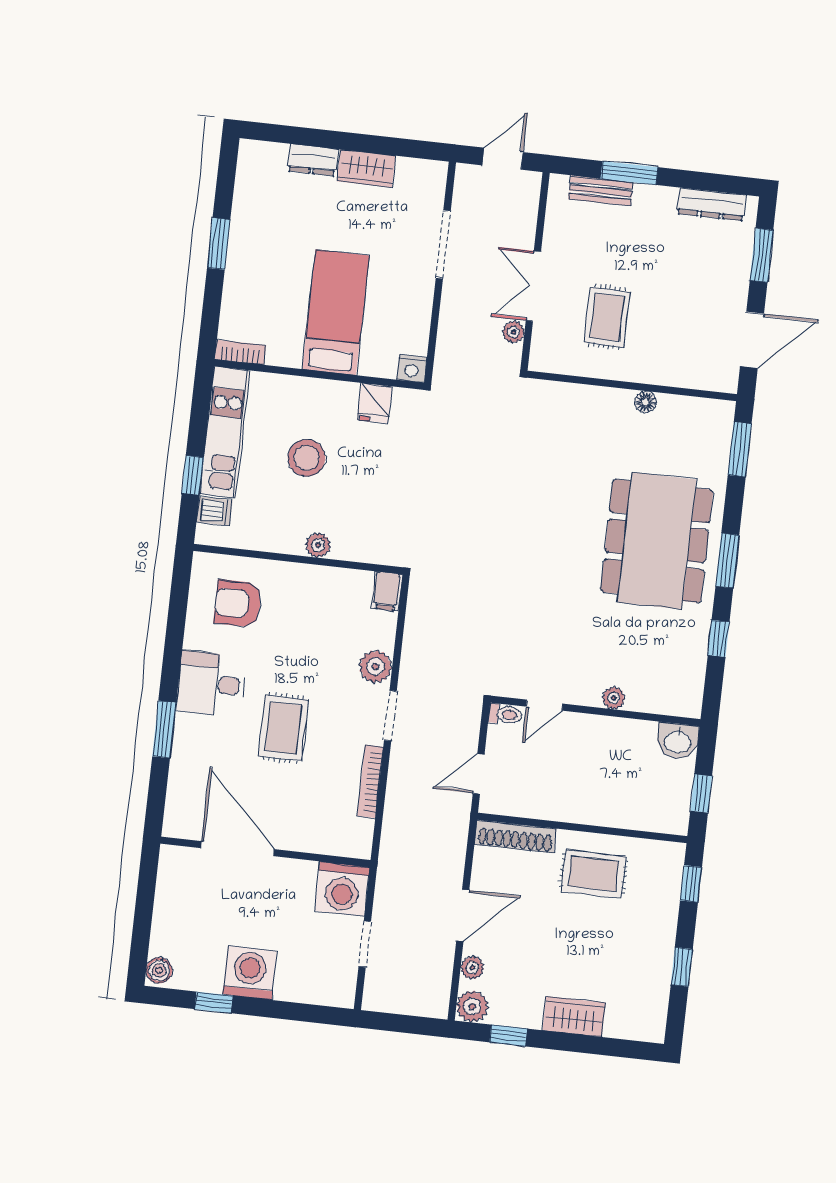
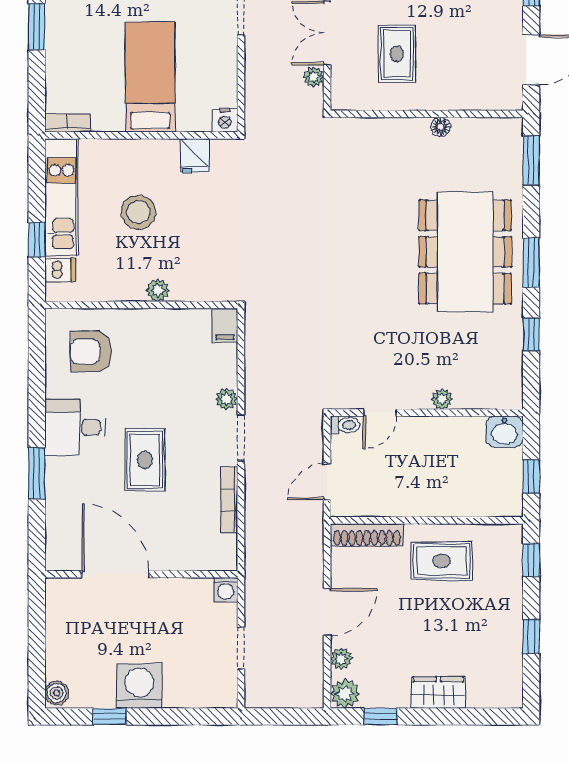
plant: (375, 667) -> (227, 399), width x0.73, depth x0.73
washing machine: (342, 889) -> (226, 590), width x0.53, depth x0.53

